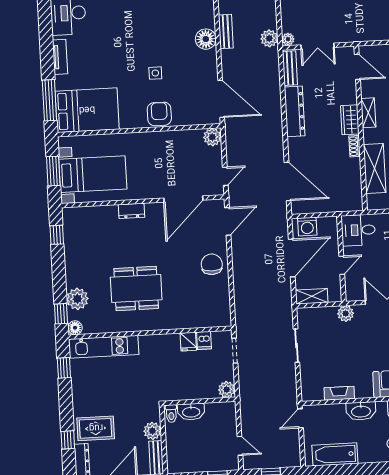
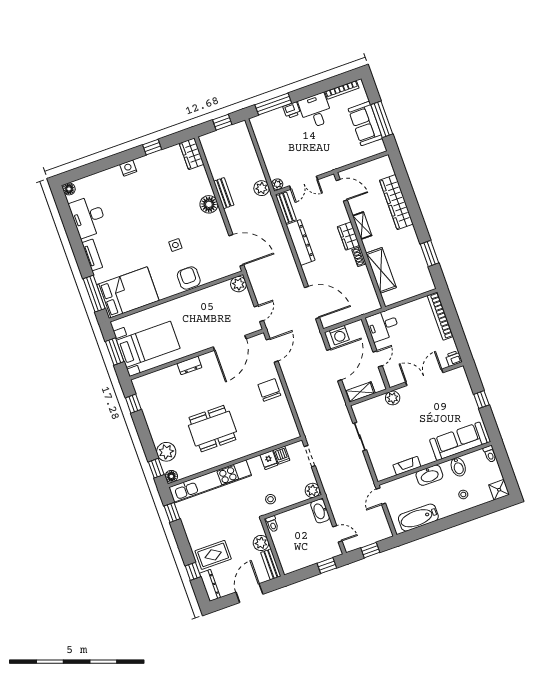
kitchen unit: (104, 347) -> (210, 481), width x1.36
stool: (177, 386) -> (271, 499), added
washbasin: (191, 412) -> (320, 511), moved, turned 90

